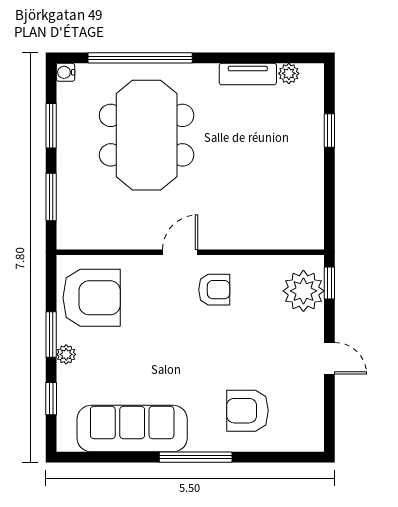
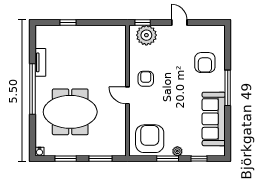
window: (140, 58) -> (32, 89), moved
plant: (289, 73) -> (40, 42), removed
door: (329, 358) -> (179, 22), hinge flipped

